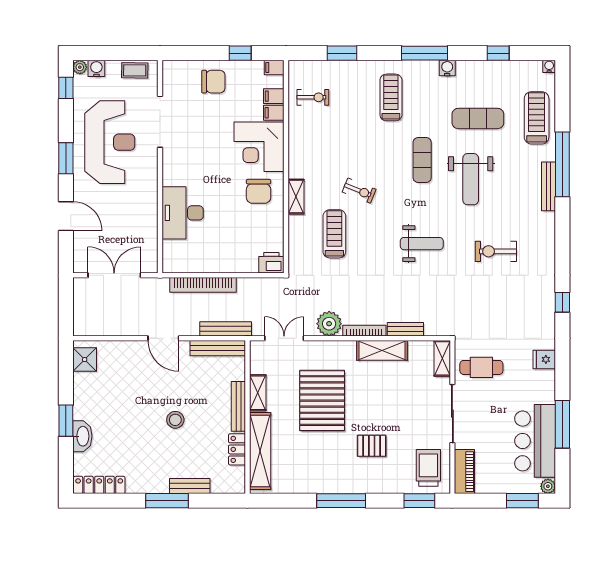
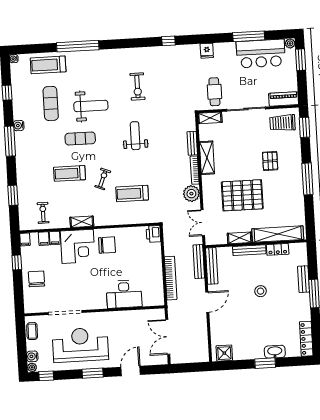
treadmill: (391, 97) -> (70, 173), moved
bench: (549, 186) -> (93, 54), removed
shelving: (296, 197) -> (82, 222), moved

